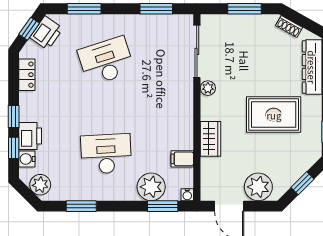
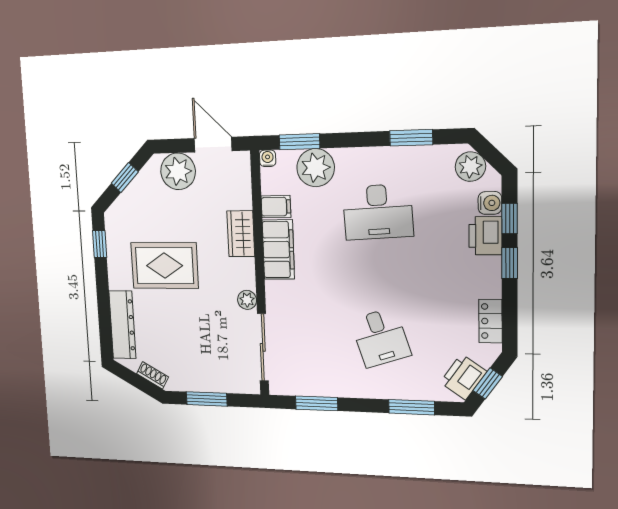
desk: (106, 61) -> (381, 338), width x0.73
filing cabinet: (182, 127) -> (278, 250), added

